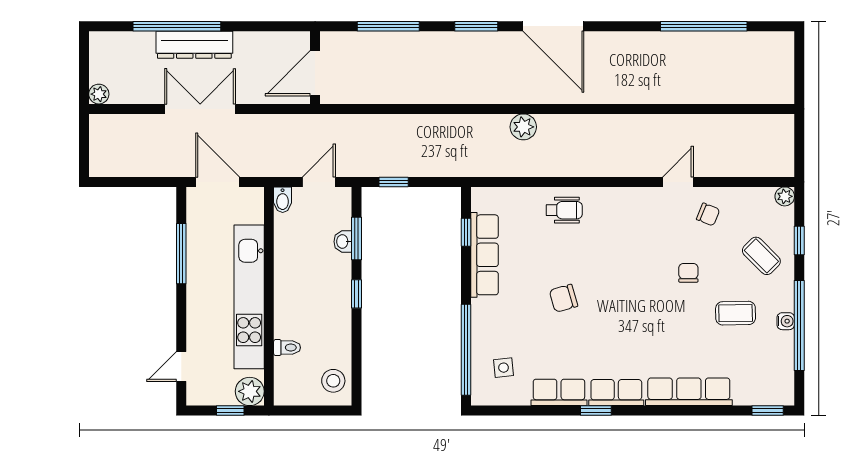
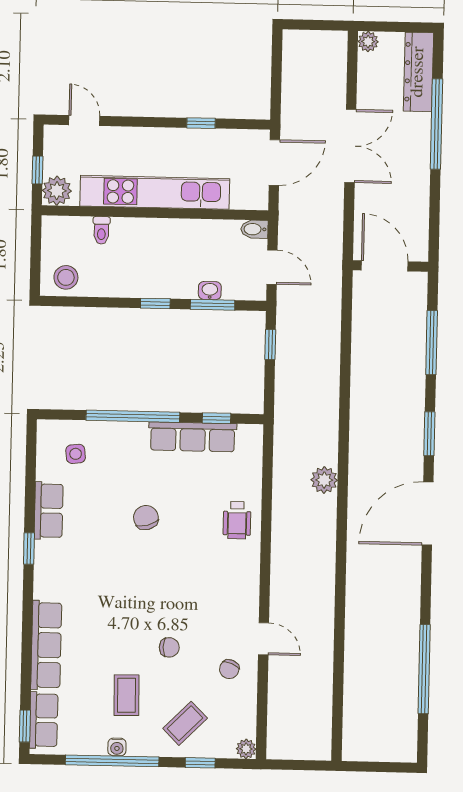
dresser: (194, 45) -> (418, 72), moved
window: (181, 254) -> (201, 123), width x0.46
window: (466, 350) -> (133, 416), moved
row of seats: (616, 393) -> (44, 720), moved

